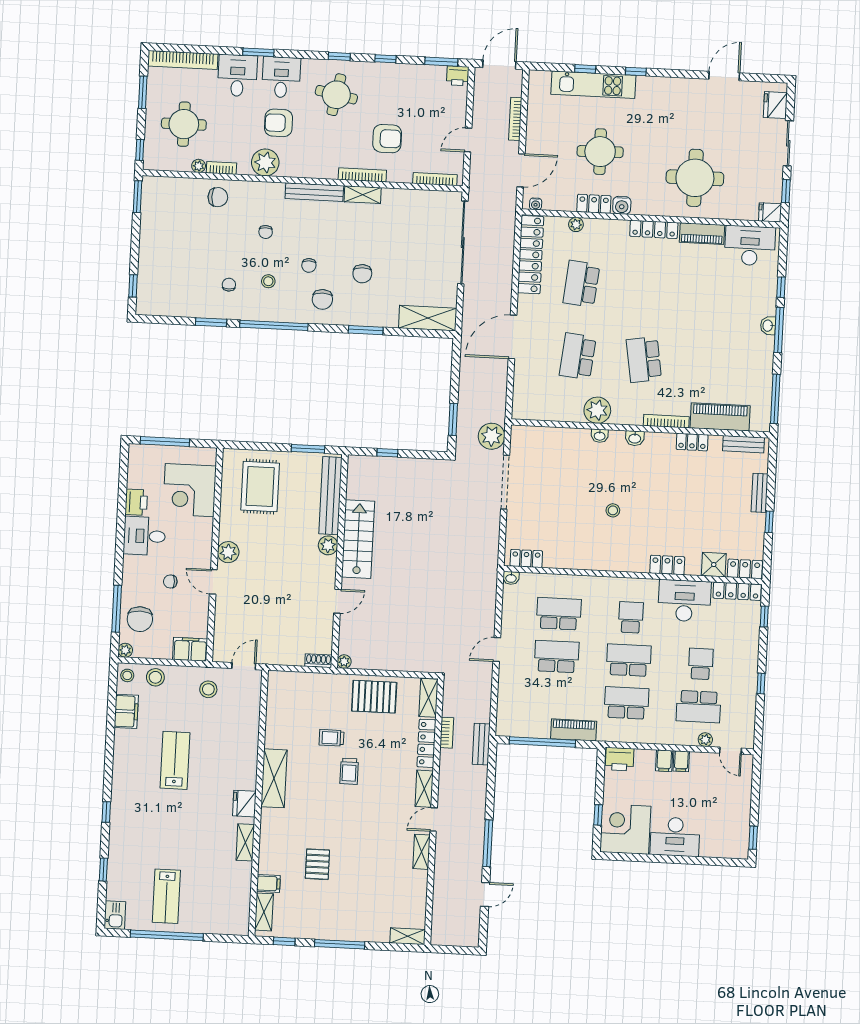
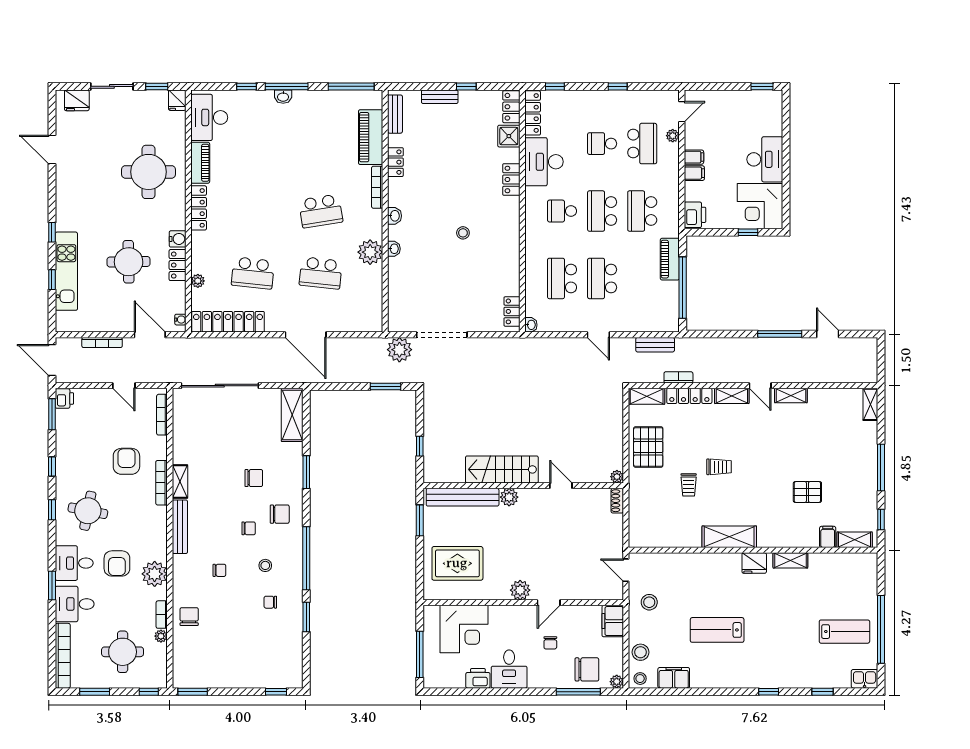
bench: (481, 744) -> (655, 345), moved

